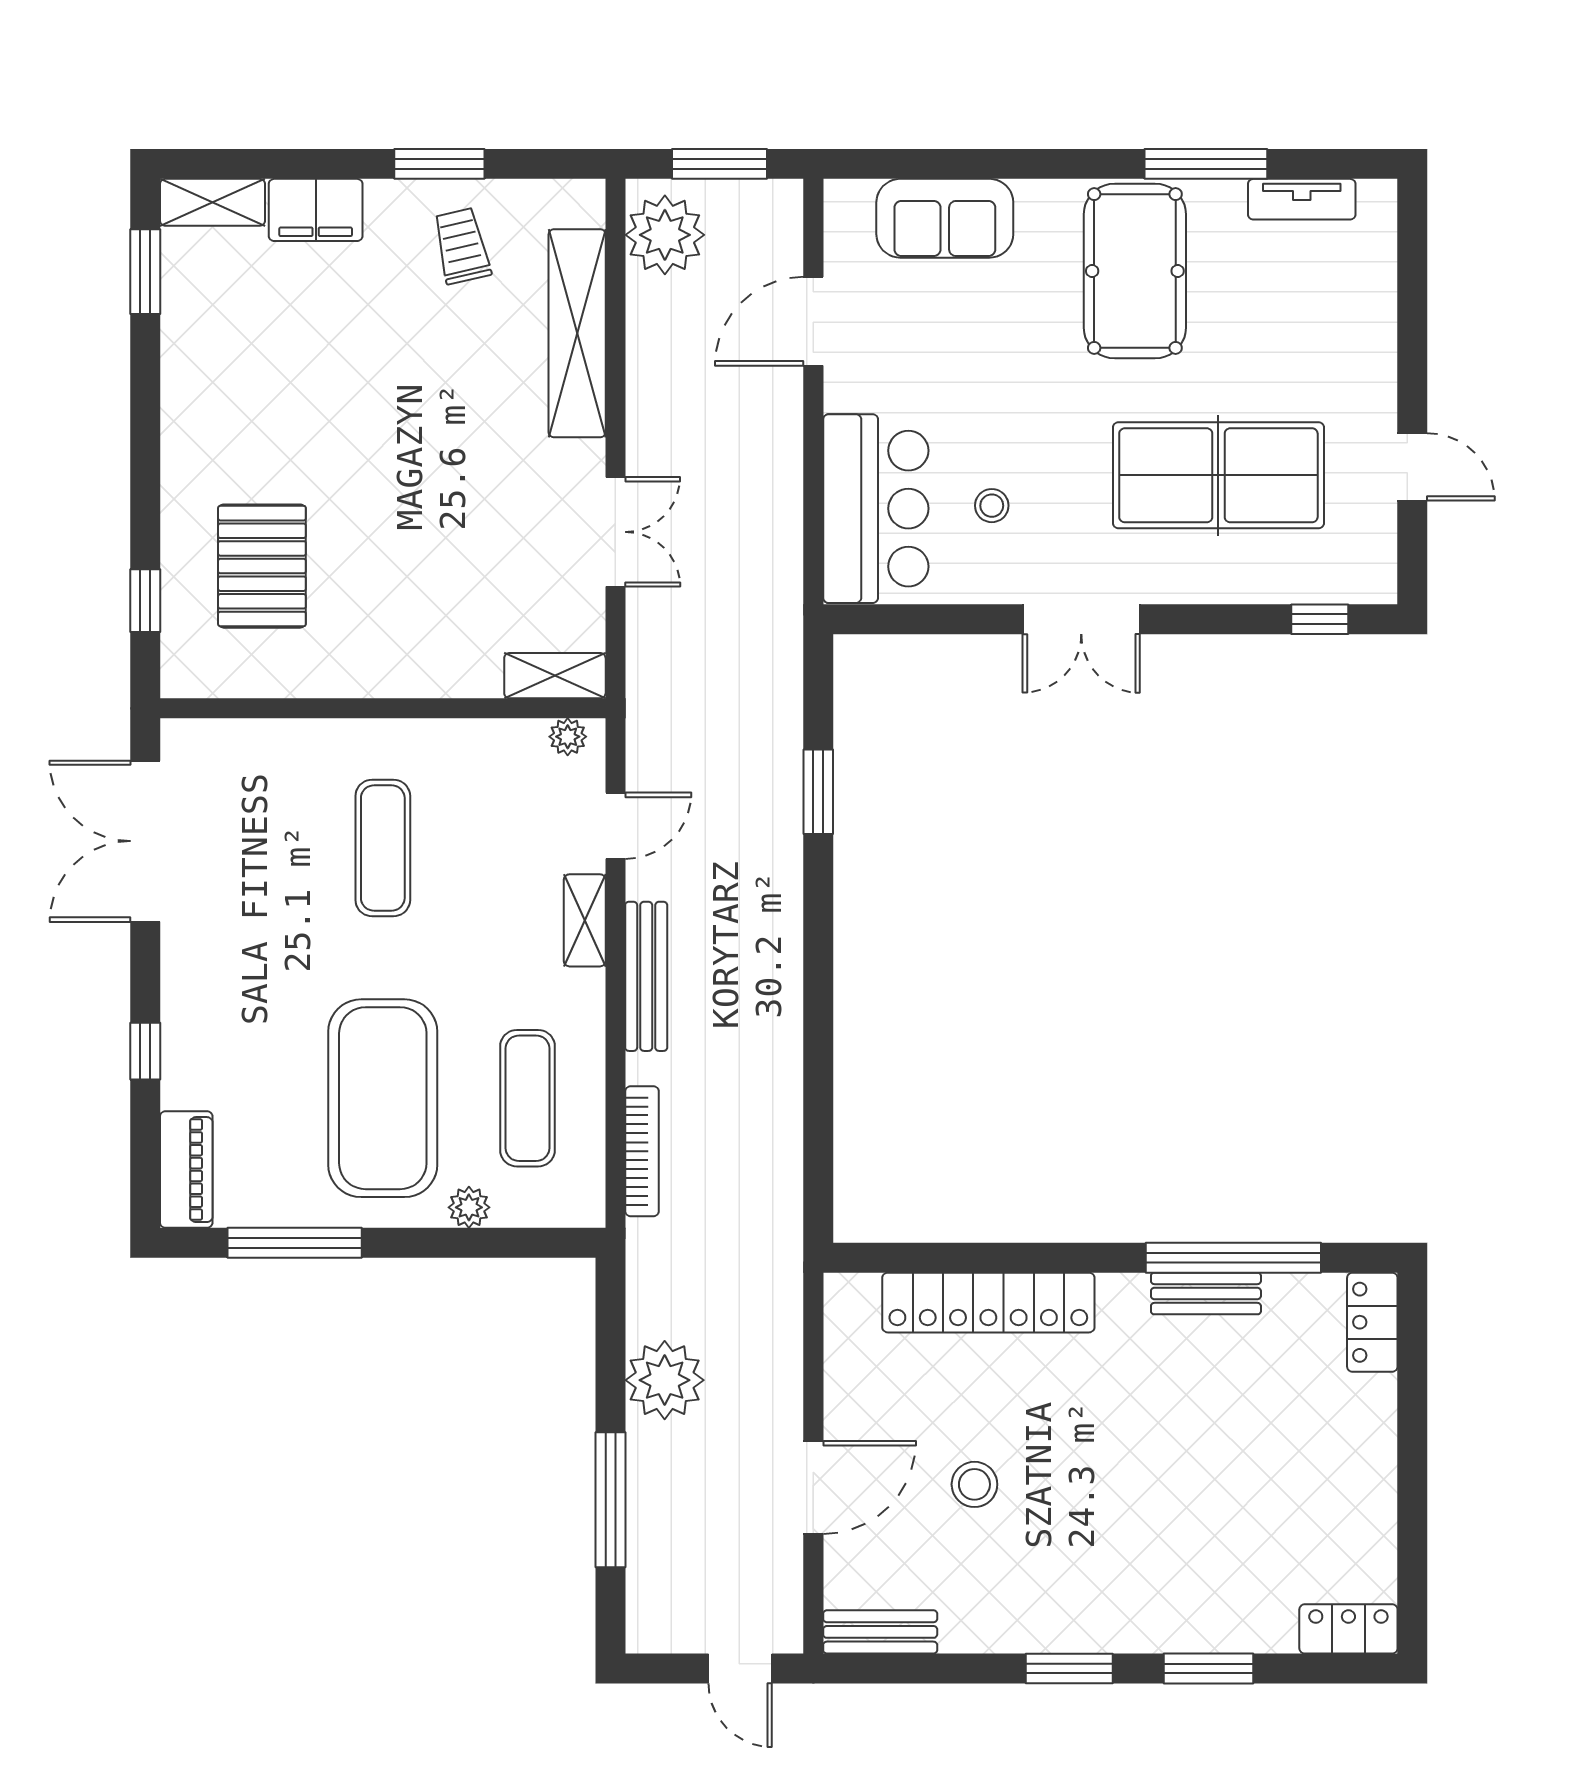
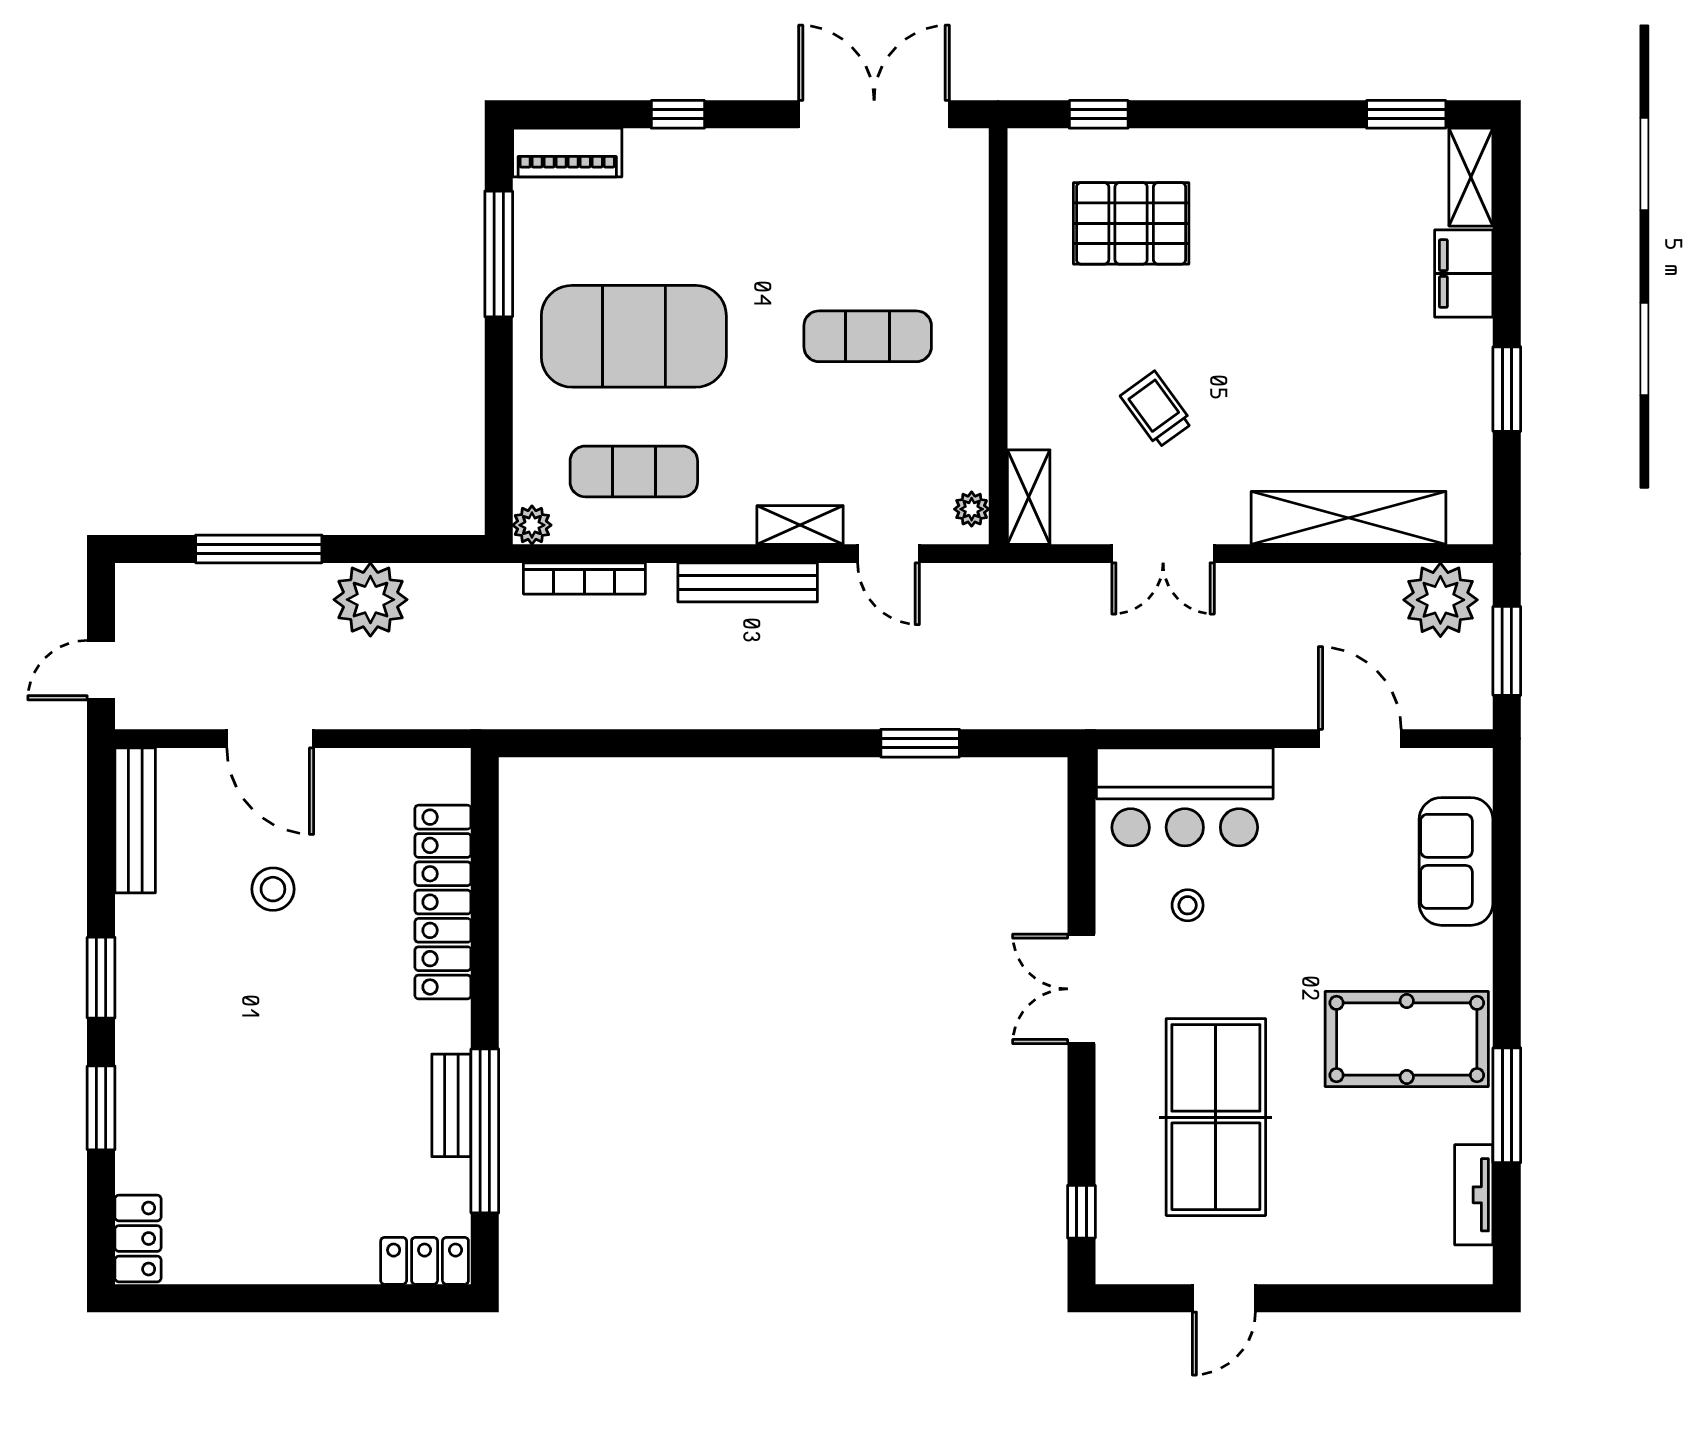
trolley: (462, 246) -> (1156, 409), moved, turned -113
plant: (469, 1207) -> (532, 525), moved
bench: (880, 1632) -> (135, 820), width x1.36

